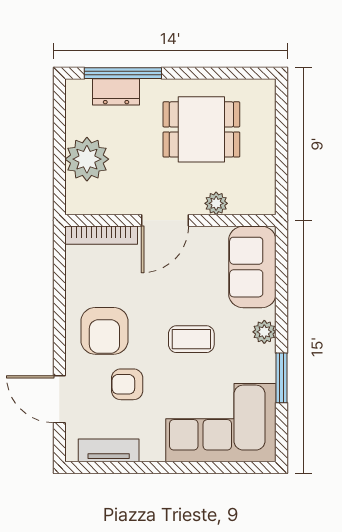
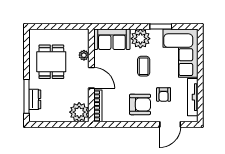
plant: (87, 159) -> (79, 112), moved
plant: (264, 332) -> (140, 39), width x1.88, depth x1.88
tv unit: (109, 450) -> (193, 97), width x1.41

